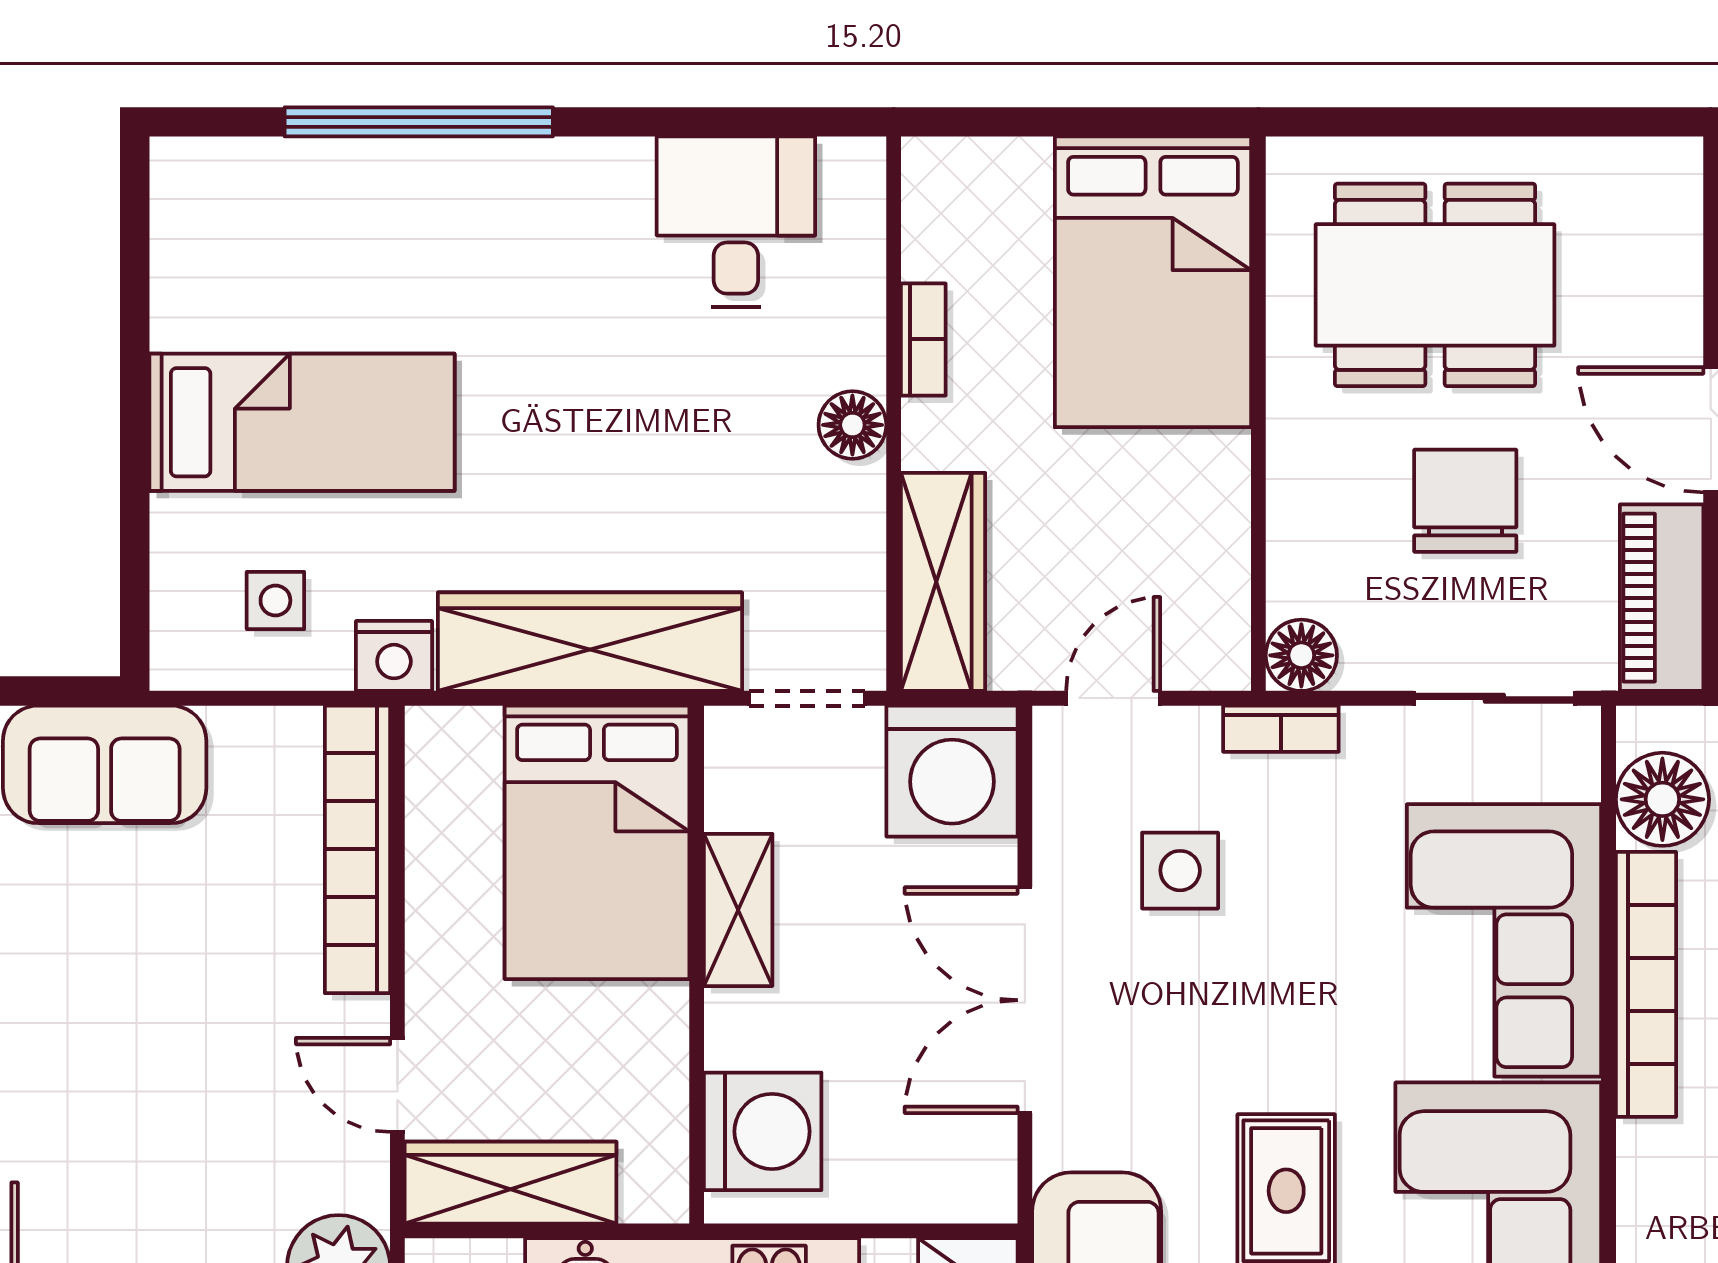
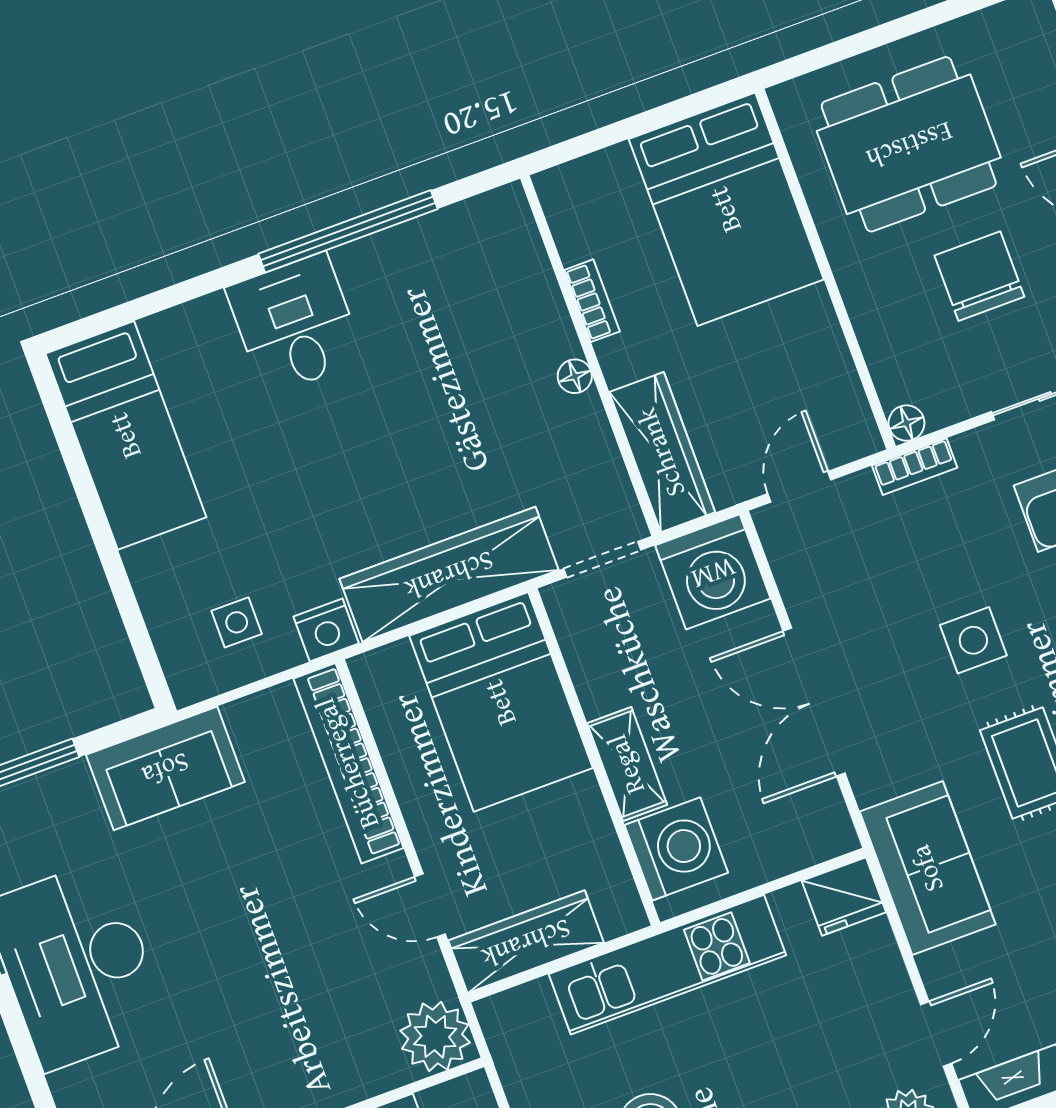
window: (419, 122) -> (348, 231), moved
desk: (736, 222) -> (295, 324), moved
bed: (302, 422) -> (126, 435), moved, turned 90
floor lamp: (852, 425) -> (575, 376), width x0.73, depth x0.73
floor lamp: (1301, 655) -> (906, 423), width x0.73, depth x0.73
side table: (1180, 871) -> (973, 640), moved
shelving: (738, 910) -> (627, 764), moved

